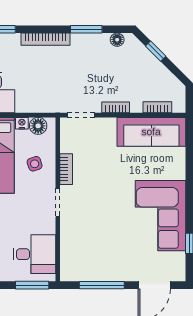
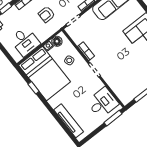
armchair: (53, 80) -> (47, 14), added

